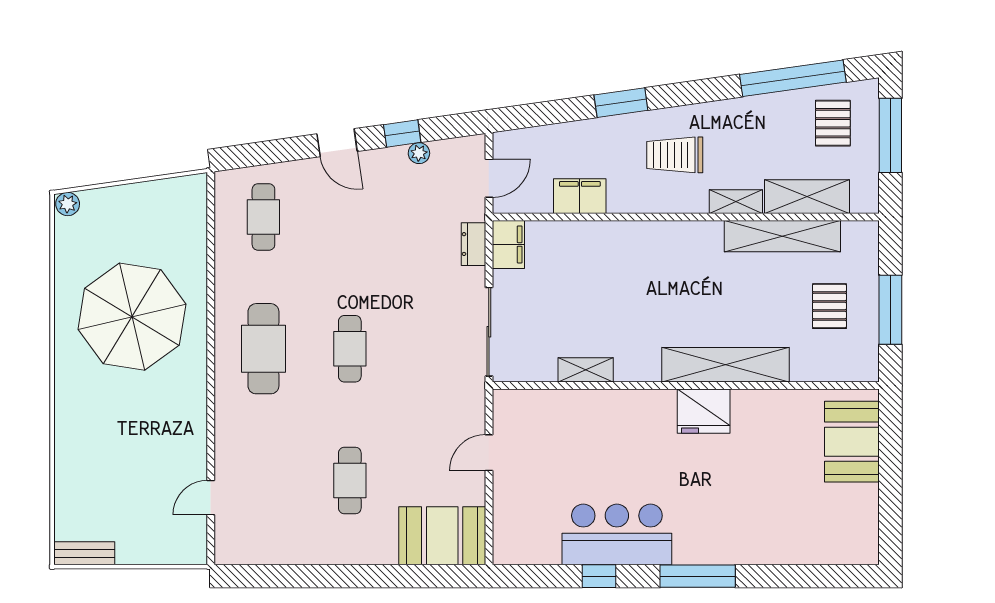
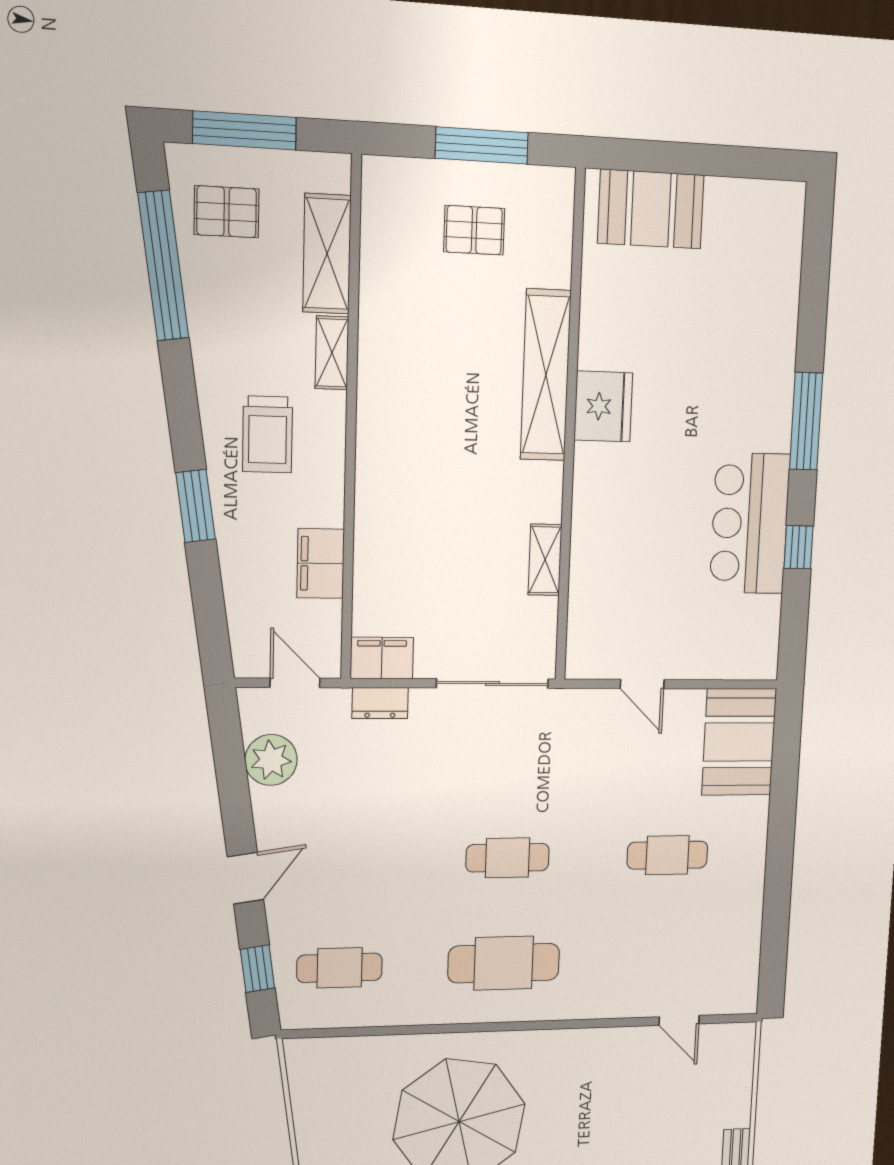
window: (402, 133) -> (258, 969), moved
plant: (419, 153) -> (271, 760), width x1.88, depth x1.88
shelving: (782, 236) -> (380, 291), removed

